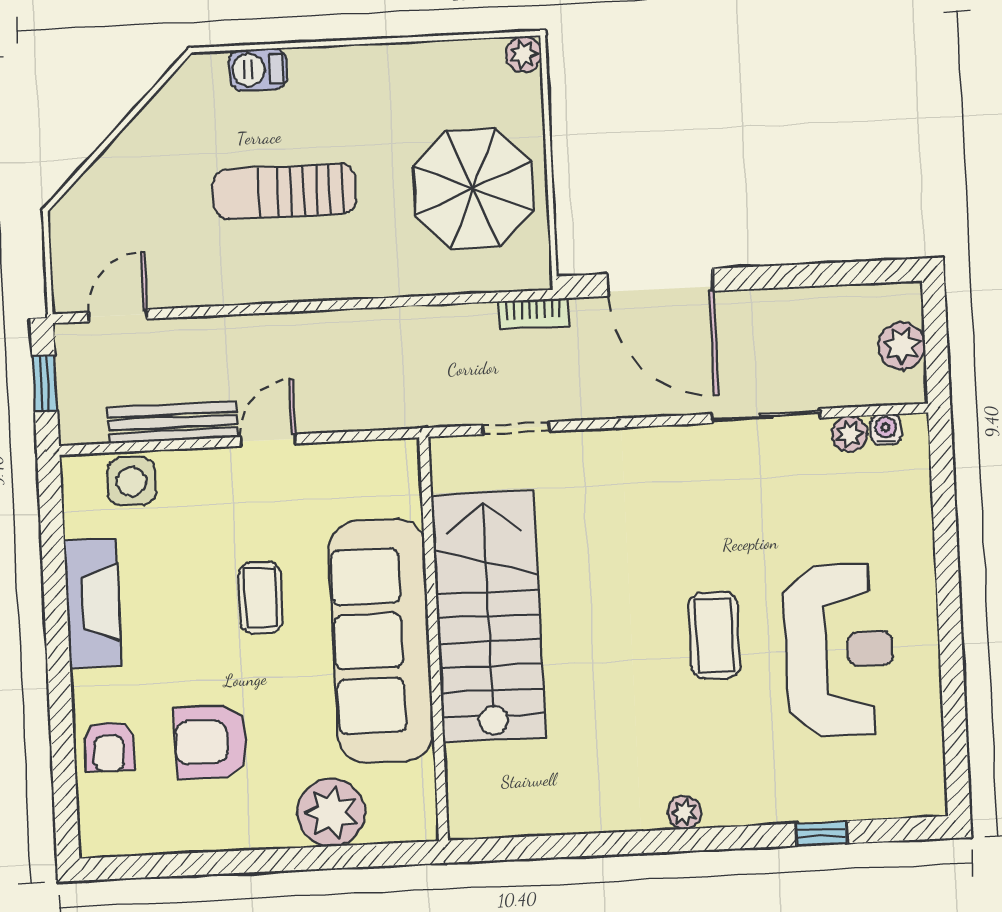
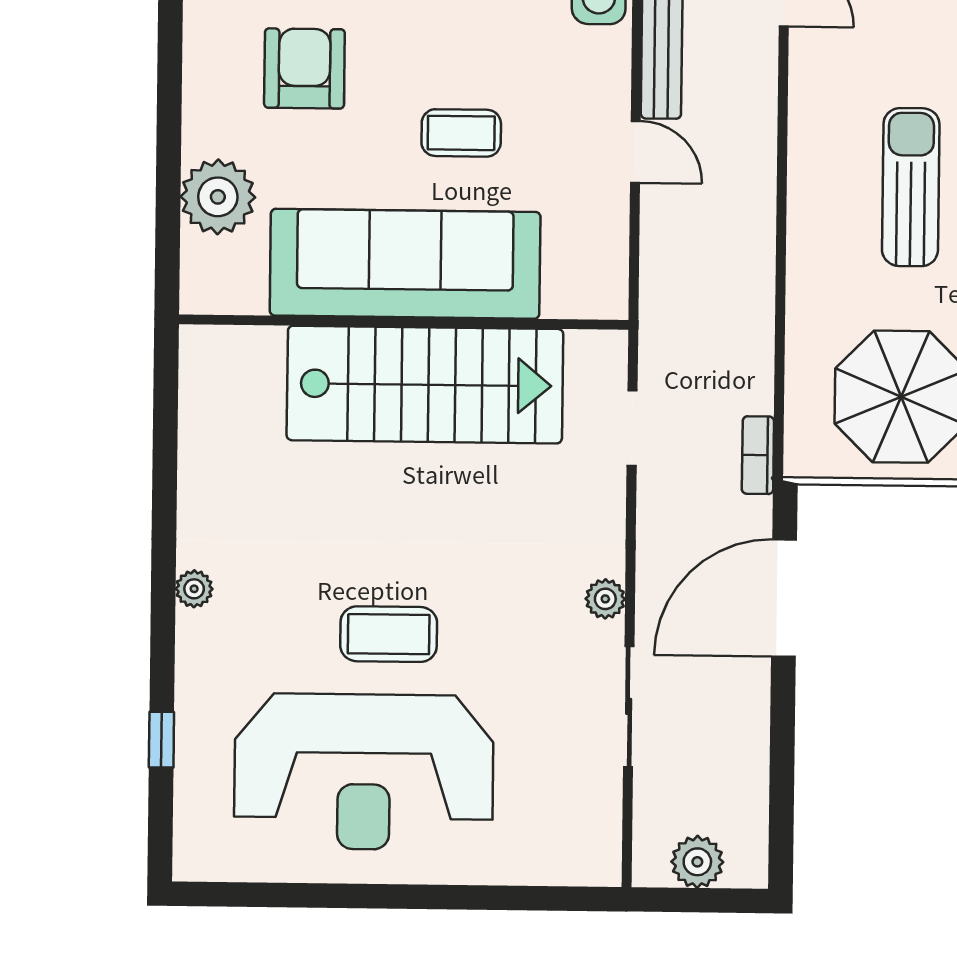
water cooler: (886, 430) -> (605, 838), removed
plant: (849, 434) -> (605, 599), moved
reception desk: (839, 650) -> (364, 772), width x1.36, depth x1.30

